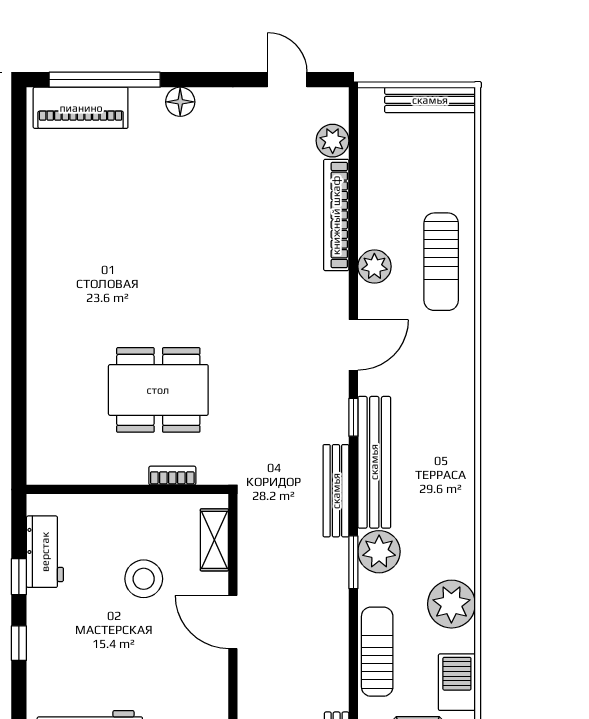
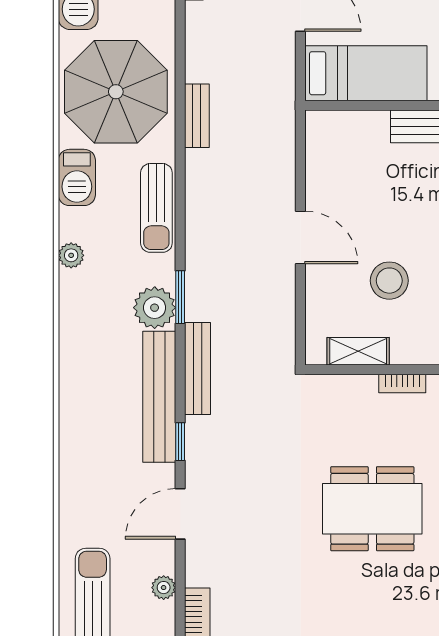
plant: (374, 266) -> (164, 588), width x0.73, depth x0.73
dining table: (158, 390) -> (372, 509), moved
bookcase: (172, 476) -> (402, 384), moved
shelving: (214, 540) -> (358, 351), moved, turned 90
plant: (451, 604) -> (71, 255), width x0.53, depth x0.53

